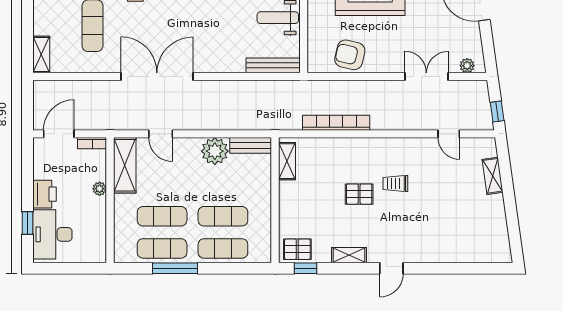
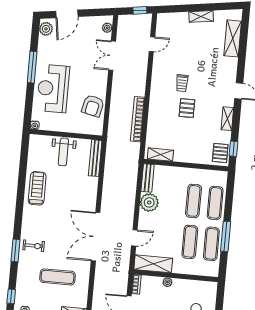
shelving: (493, 176) -> (201, 16), moved
shelving: (468, 252) -> (233, 38), added

